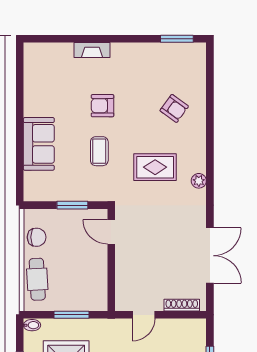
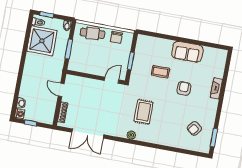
armchair: (174, 108) -> (194, 128), moved
sofa: (39, 144) -> (187, 52), moved
coffee table: (99, 151) -> (160, 72), moved

